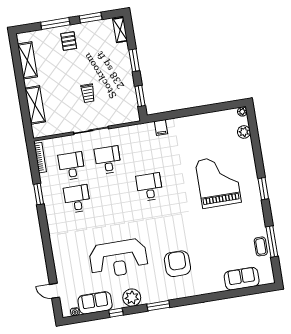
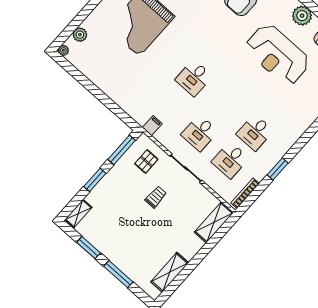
pallet: (69, 41) -> (146, 161), moved
window: (140, 96) -> (122, 150), width x1.44
shelving: (35, 105) -> (214, 222), moved
filing cabinet: (161, 128) -> (152, 126), moved
reception desk: (118, 258) -> (278, 55), turned 180

